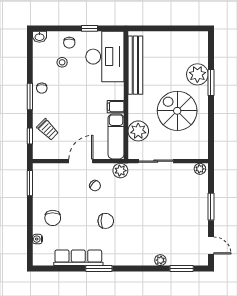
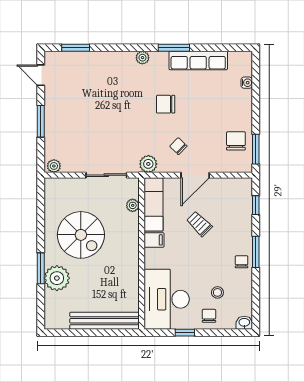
bench: (135, 65) -> (105, 321), moved, turned 90
trolley: (48, 130) -> (199, 224), moved
plant: (138, 131) -> (133, 205), width x0.53, depth x0.53
chair: (53, 218) -> (236, 141), moved
plant: (160, 260) -> (142, 58), moved

